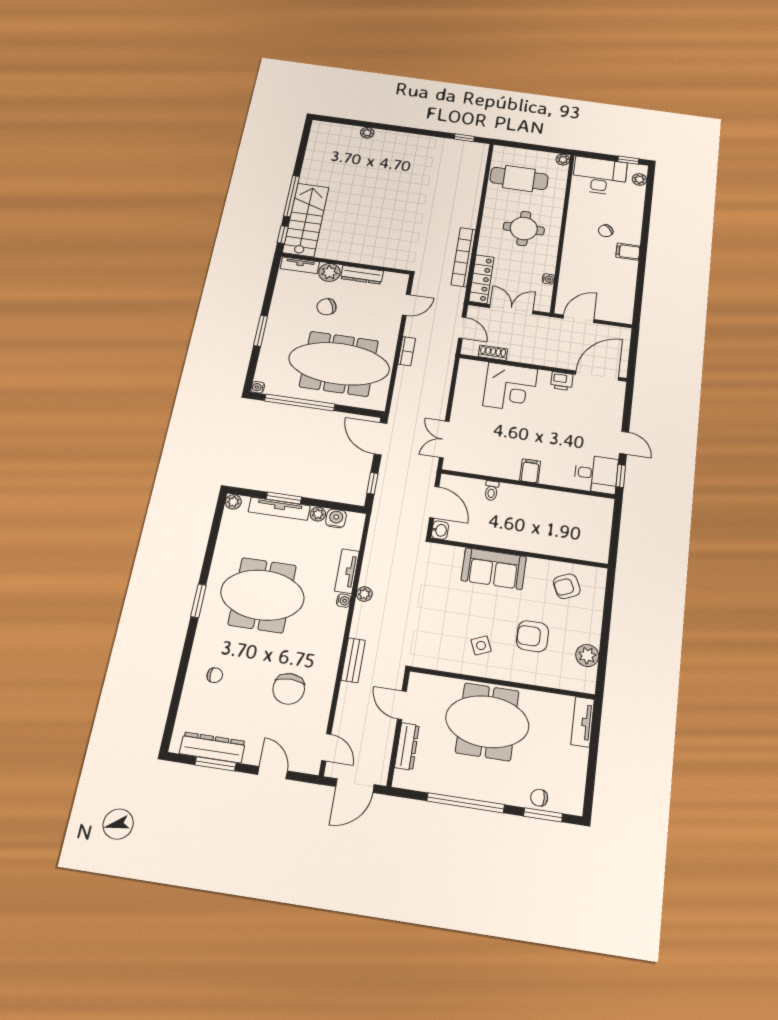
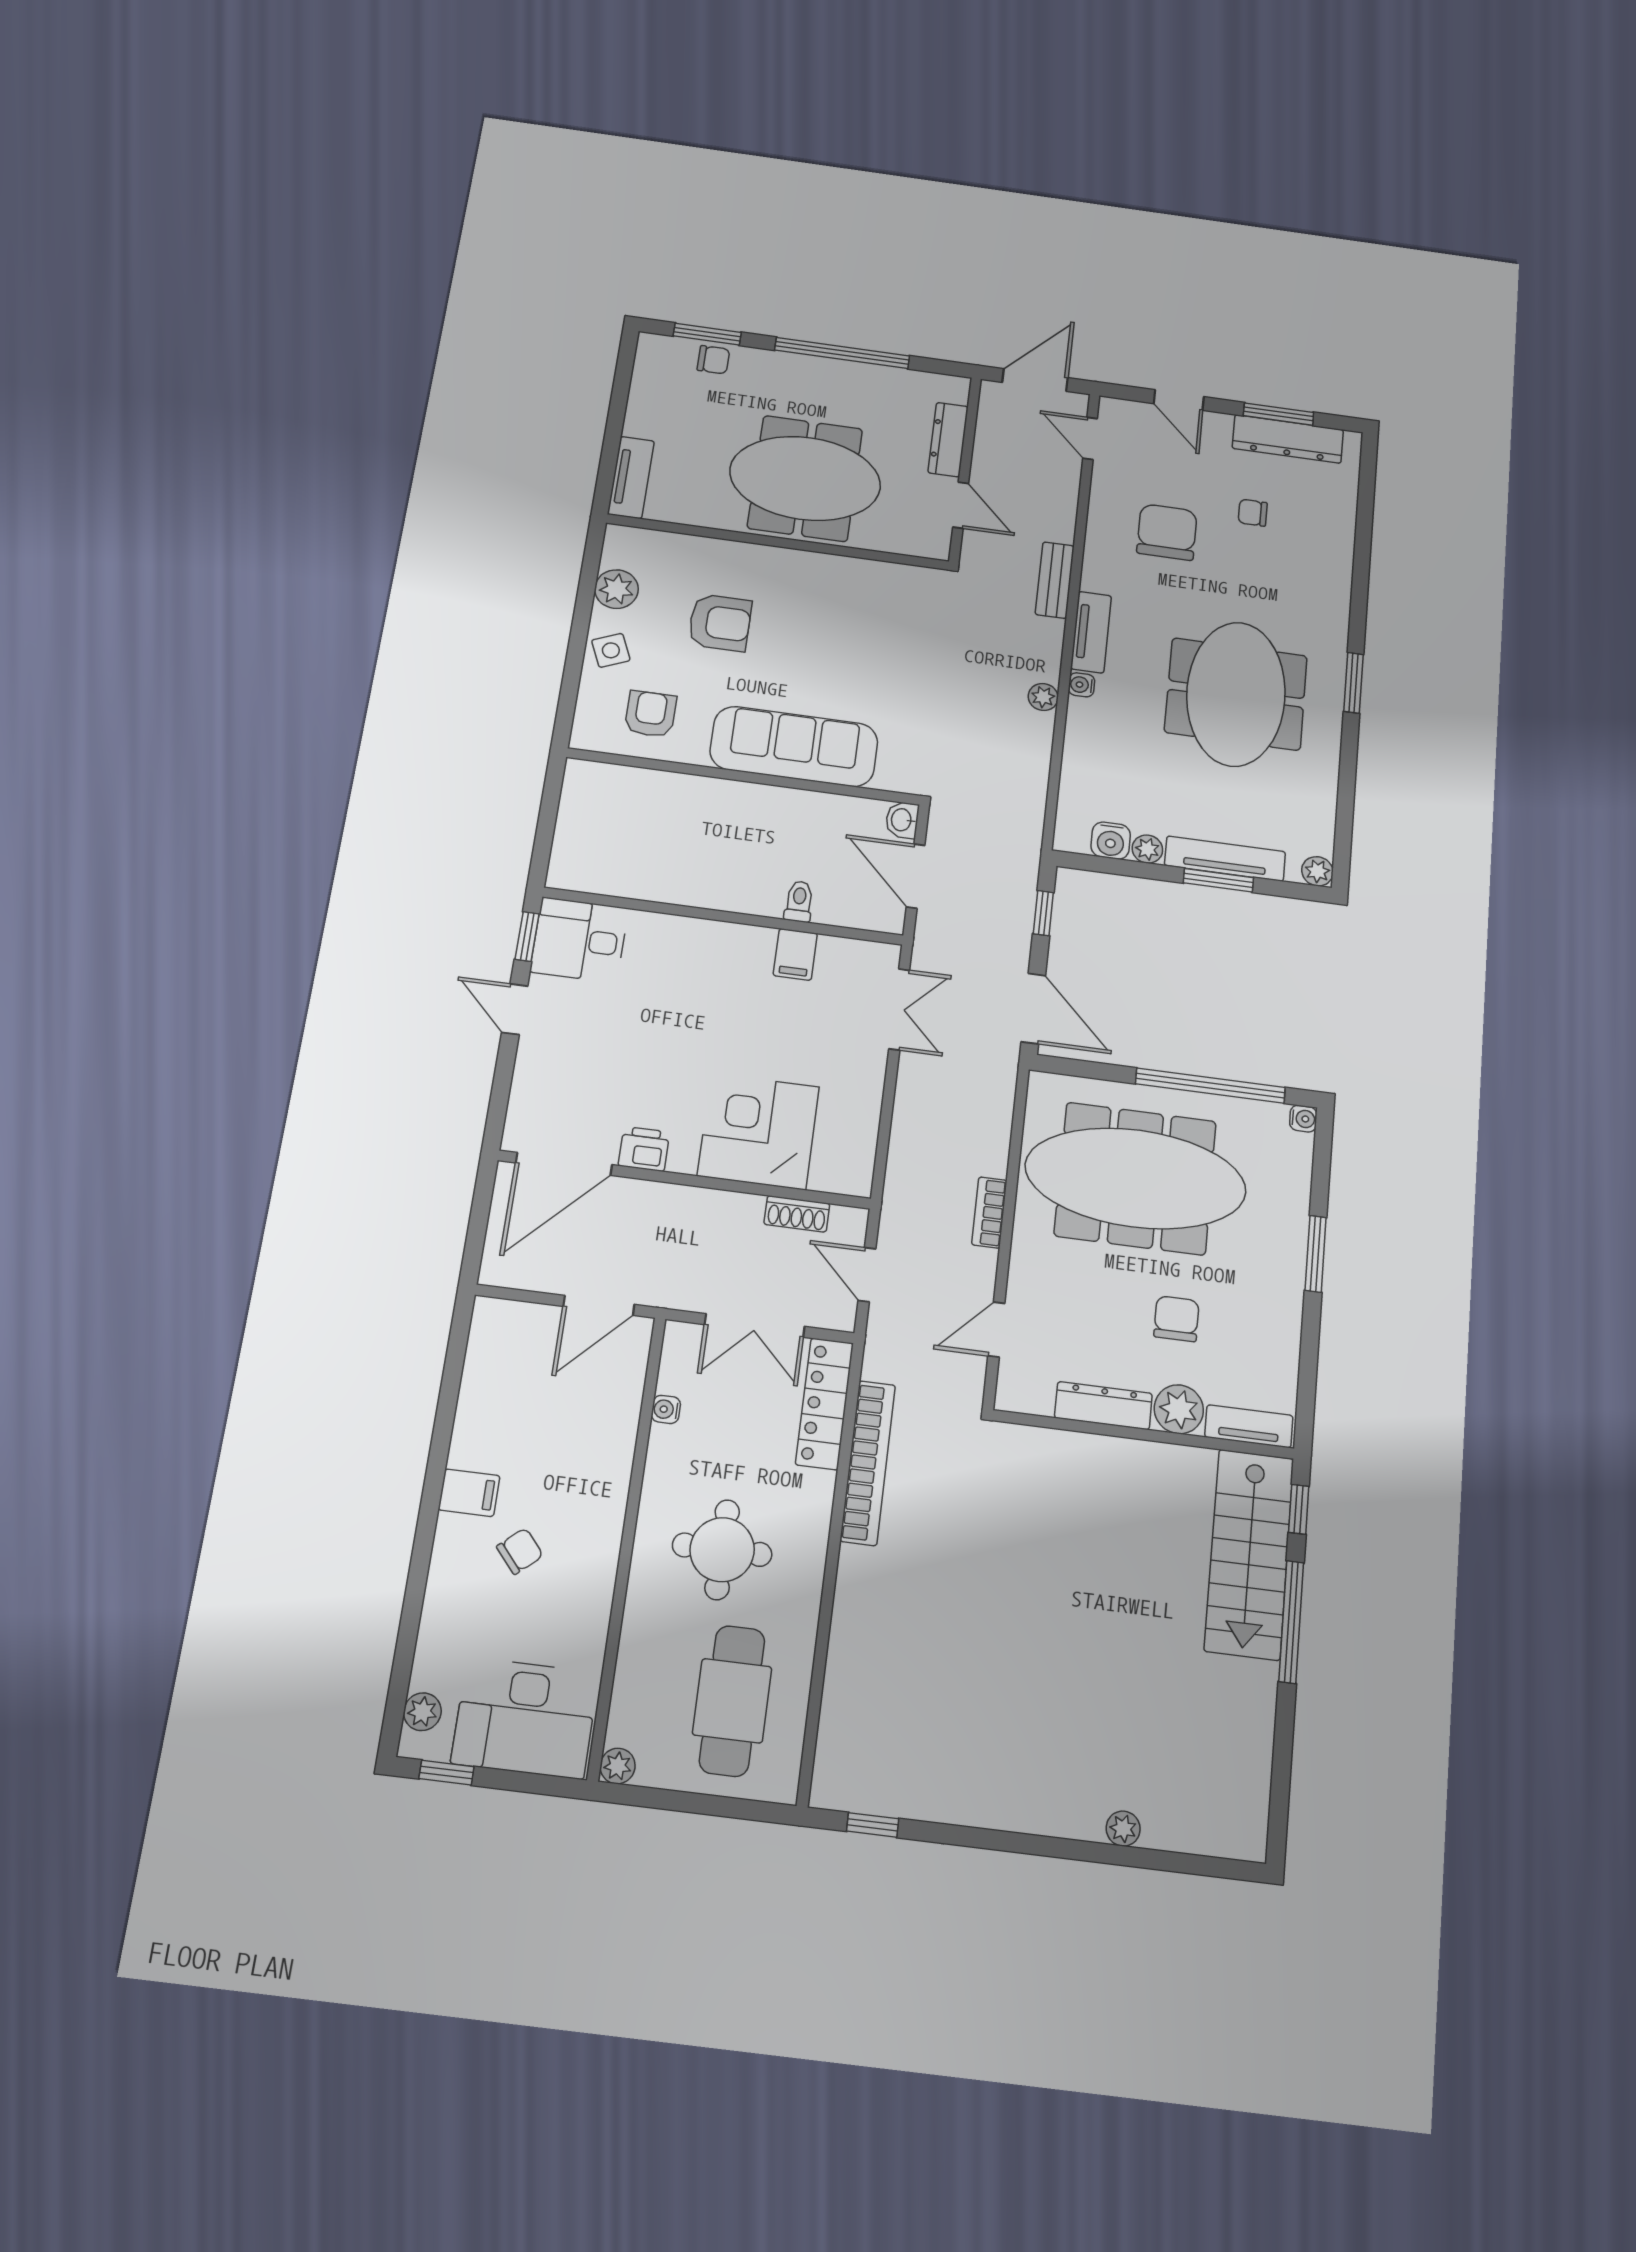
cafe table: (519, 178) -> (732, 1701), turned 90
chair: (327, 307) -> (1176, 1319), turned -67
filing cabinet: (530, 471) -> (795, 954), moved
sofa: (494, 569) -> (794, 746), width x1.36
tv unit: (347, 571) -> (1091, 632), moved
armchair: (567, 586) -> (650, 714), turned -66
meeting table: (262, 595) -> (1236, 694), turned 90
side table: (481, 645) -> (611, 650), moved
chair: (215, 675) -> (1253, 513), moved

